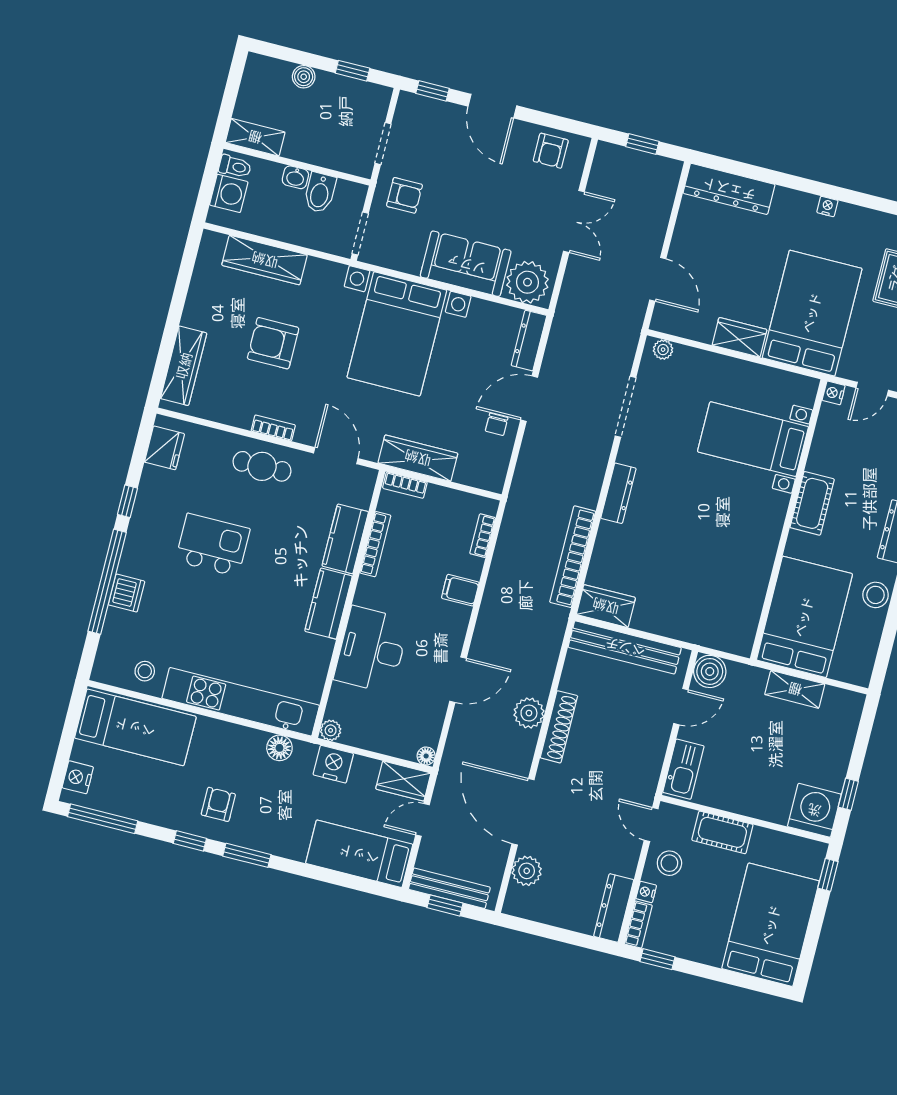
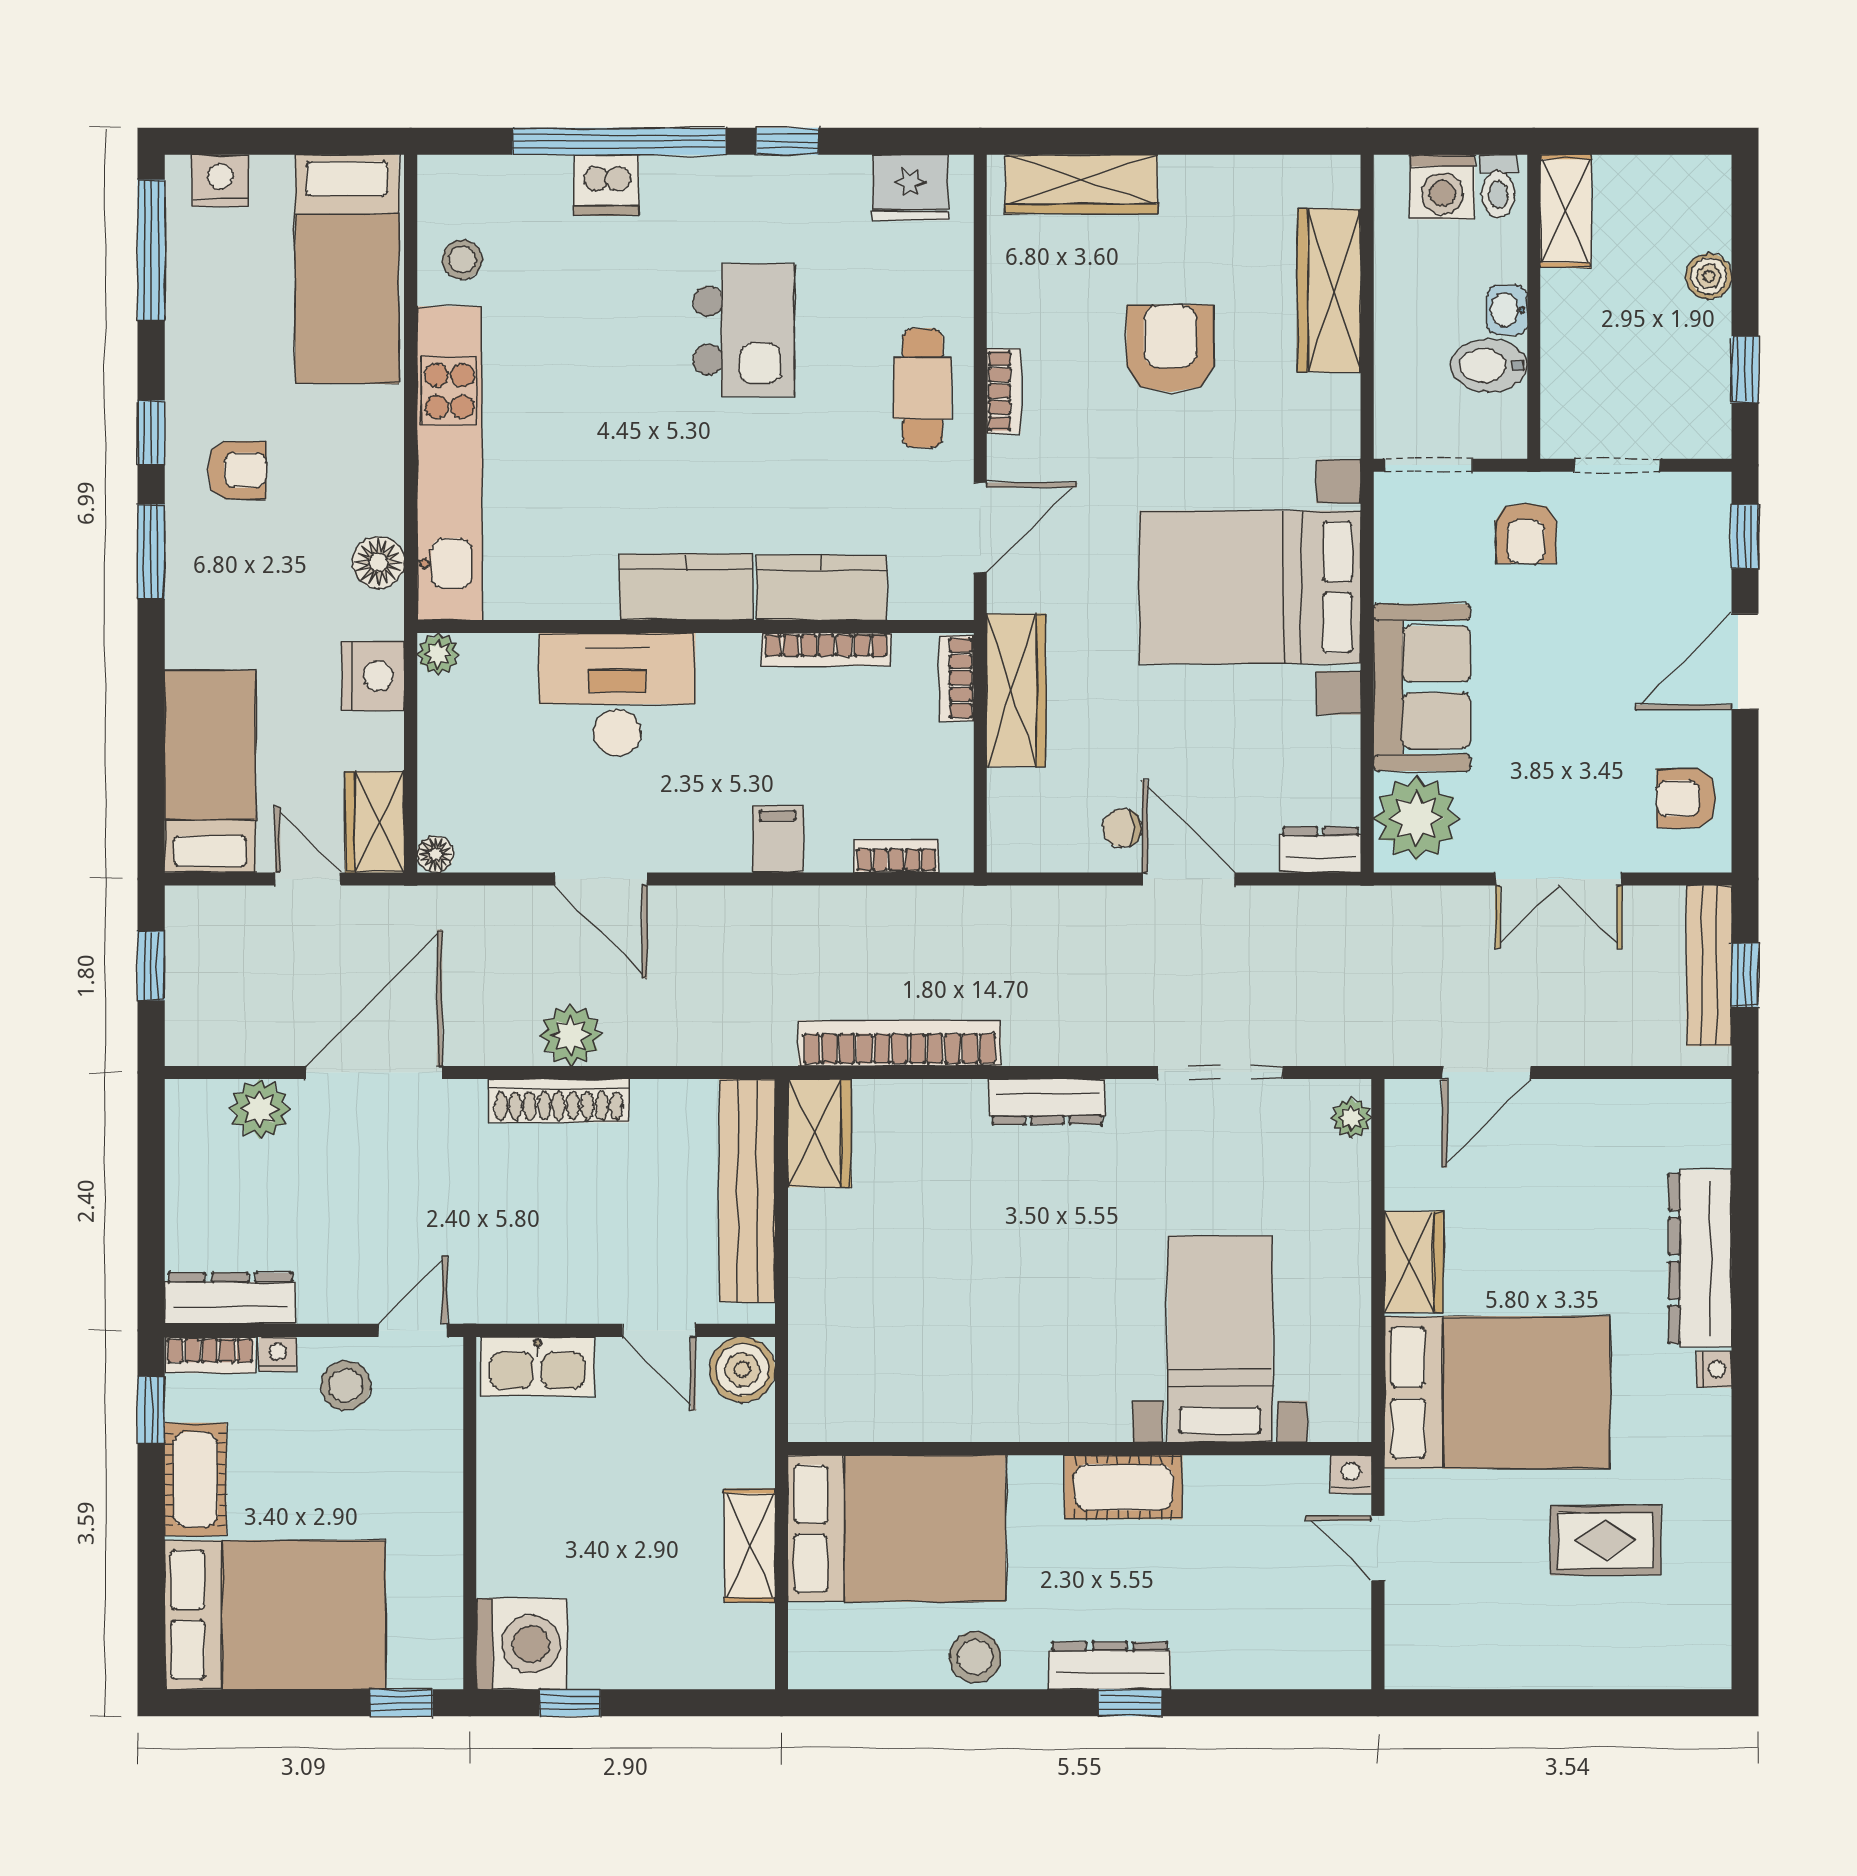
dresser: (729, 189) -> (1700, 1258), moved
dresser: (529, 340) -> (1320, 850), width x0.70
cot: (722, 832) -> (195, 1479), moved
bench: (449, 888) -> (1709, 966), moved

